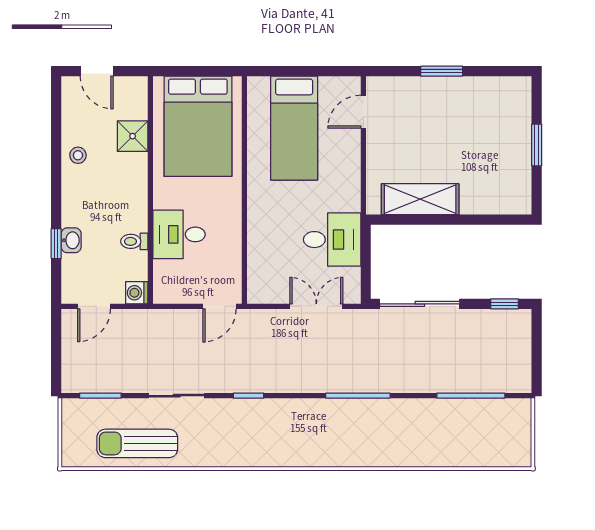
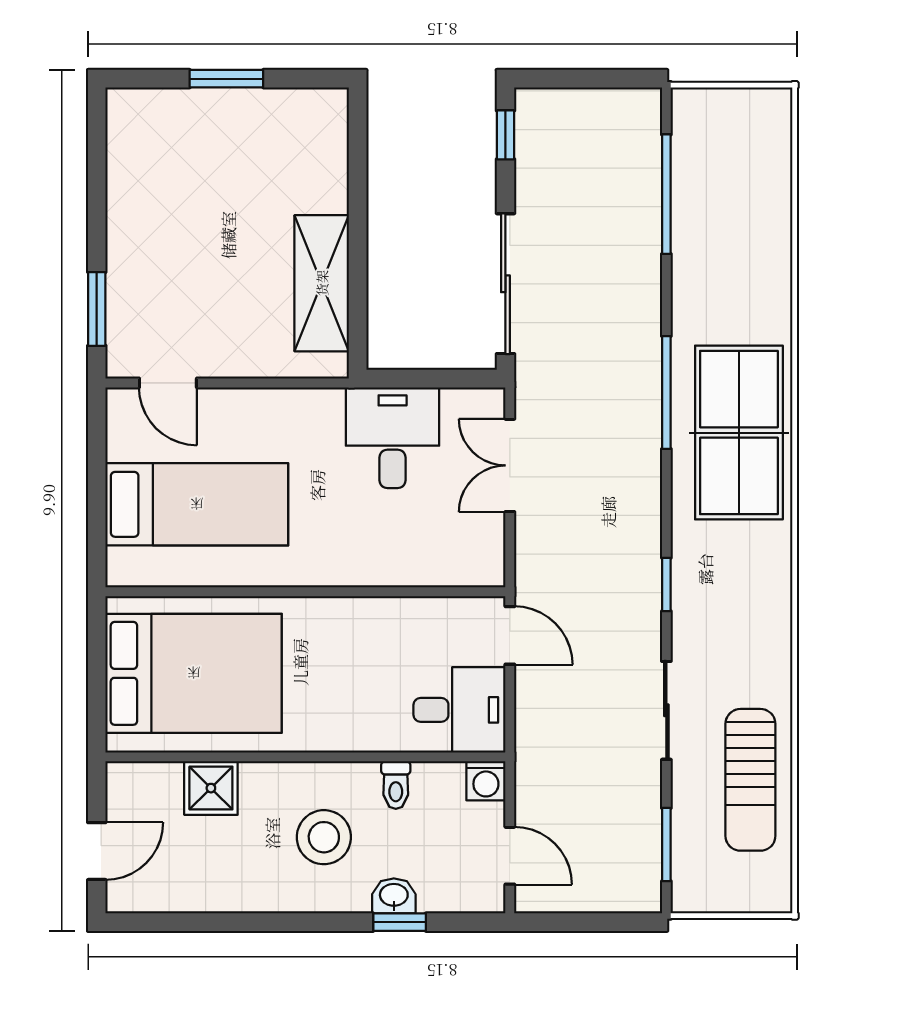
window: (442, 71) -> (97, 309), moved
stool: (78, 155) -> (324, 837), moved, width x1.89, depth x1.89
desk: (179, 234) -> (459, 710), moved, turned -90
table tennis table: (335, 437) -> (739, 433), added

